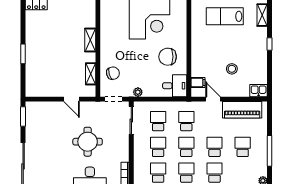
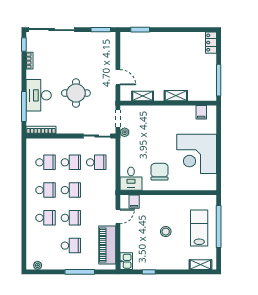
filing cabinet: (107, 14) -> (201, 112), added
window: (269, 44) -> (149, 272), moved
window: (23, 54) -> (140, 30), moved
stool: (232, 69) -> (166, 232), moved
chair: (113, 73) -> (143, 118), removed
plant: (138, 92) -> (125, 132), moved
door: (71, 99) -> (118, 77), swing flipped
school desk: (186, 121) -> (96, 190), removed
window: (269, 151) -> (80, 272), moved

